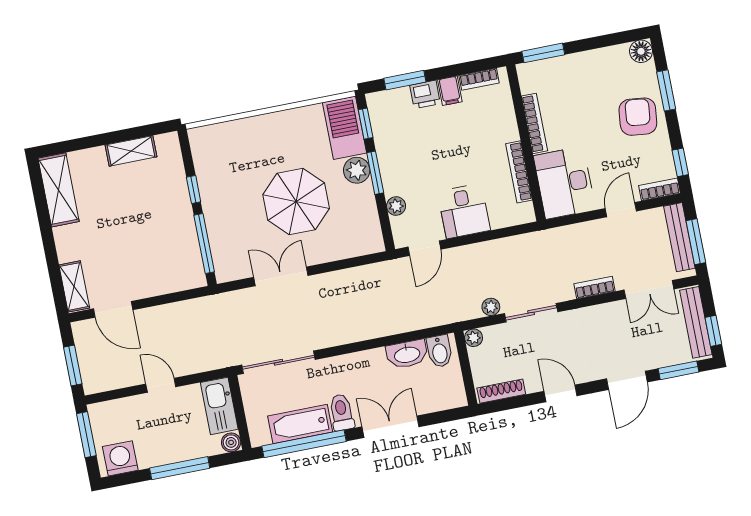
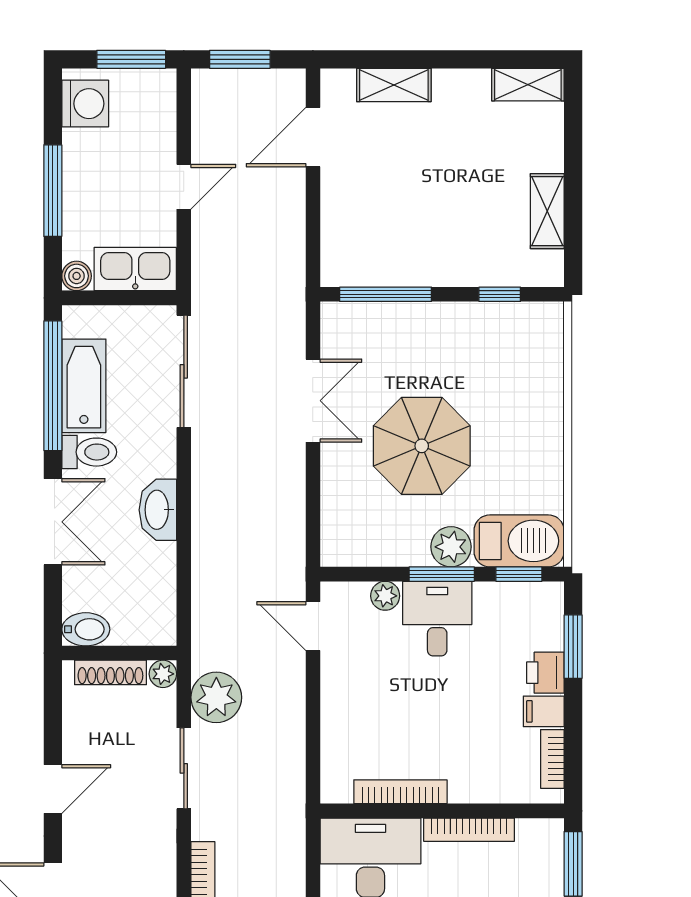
shelving: (59, 190) -> (528, 85), width x0.67, depth x0.75
window: (194, 190) -> (500, 294), moved
desk: (464, 211) -> (437, 619), moved, turned 90
shelving: (74, 286) -> (394, 85), moved
plant: (491, 307) -> (216, 697), width x1.88, depth x1.88
bidet: (439, 351) -> (86, 629), moved, turned 180
washbasin: (407, 354) -> (158, 510), moved
shoe rack: (501, 391) -> (110, 672), moved, turned 90

